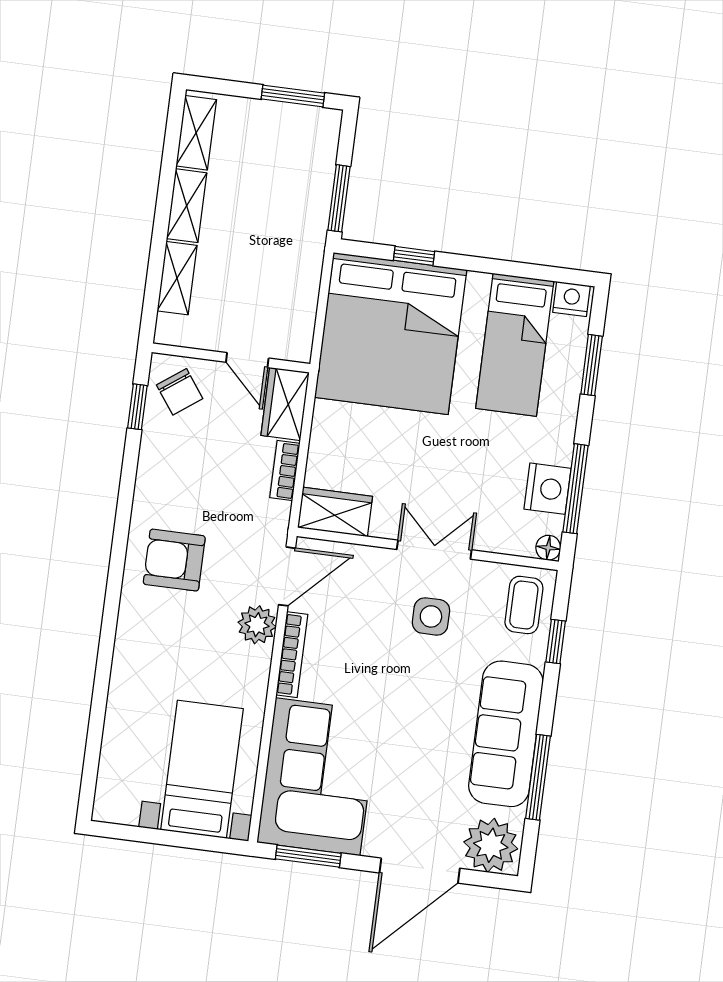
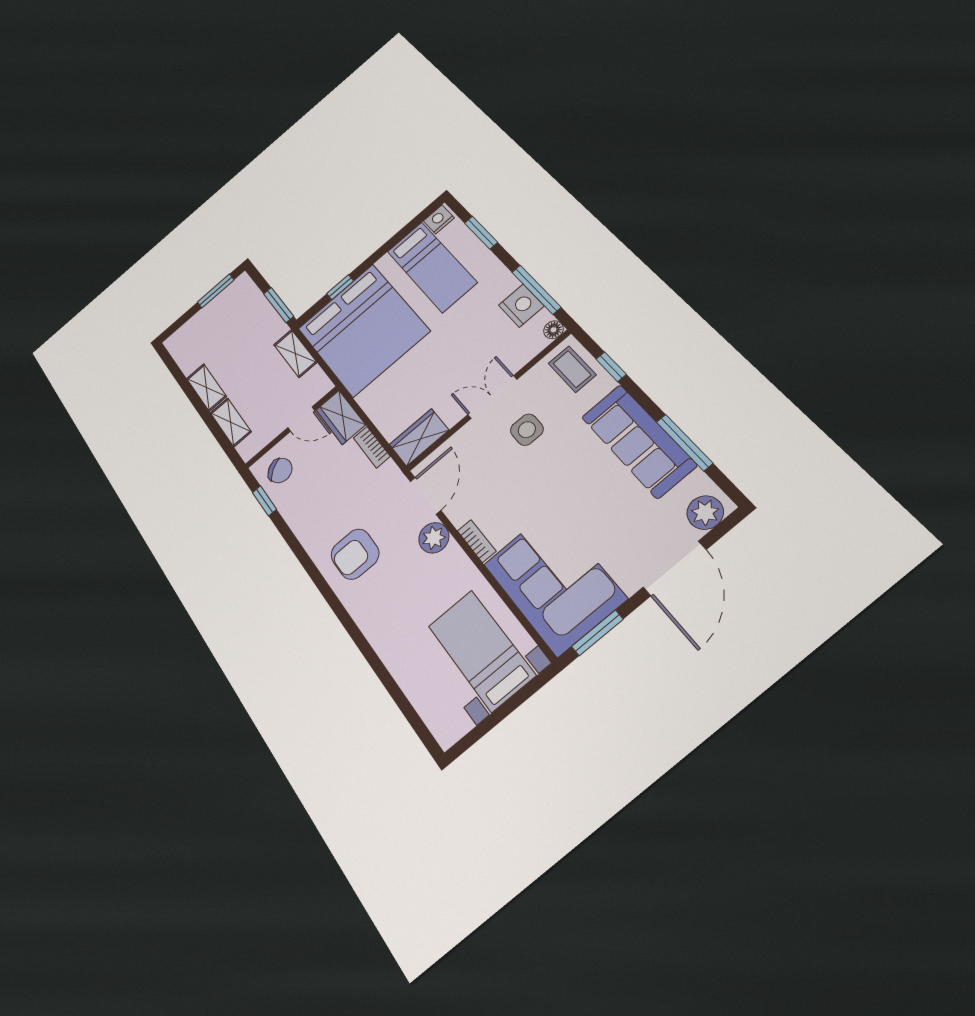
shelving: (196, 133) -> (295, 353), moved
bookcase: (292, 655) -> (477, 541), width x0.64
plant: (491, 845) -> (705, 513), width x0.73, depth x0.73

